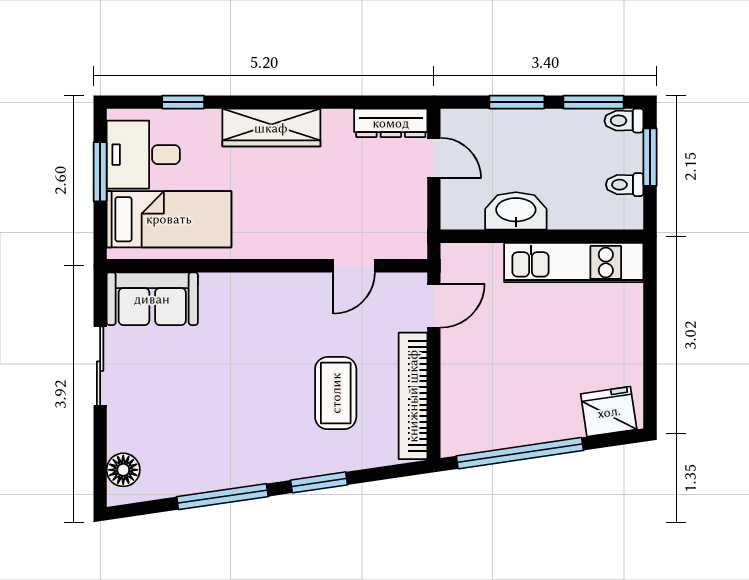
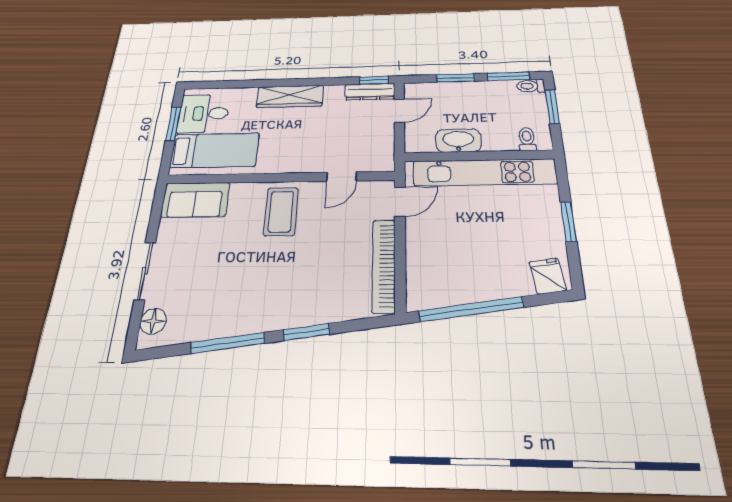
window: (183, 102) -> (374, 80), moved
door: (434, 158) -> (399, 111), hinge flipped
toilet: (625, 185) -> (527, 139), moved, turned 90
kitchen unit: (574, 262) -> (484, 172), width x1.36
window: (650, 337) -> (568, 221), added
sliding door: (100, 366) -> (145, 271), moved
coffee table: (336, 393) -> (281, 211), moved
fridge: (609, 412) -> (548, 276), width x0.72

